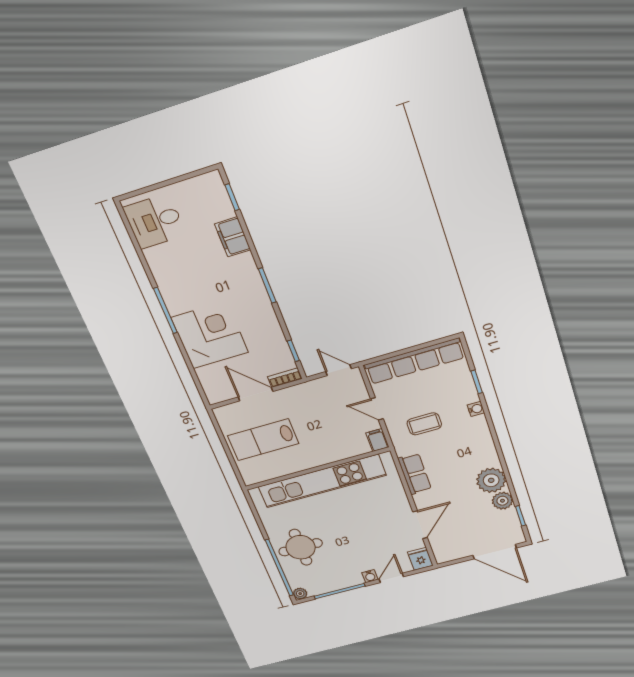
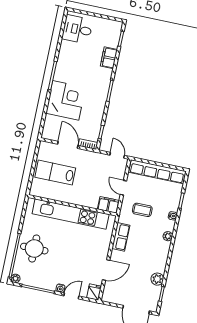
filing cabinet: (377, 440) -> (108, 205), width x2.00
plant: (491, 480) -> (168, 236), moved, width x0.53, depth x0.53

